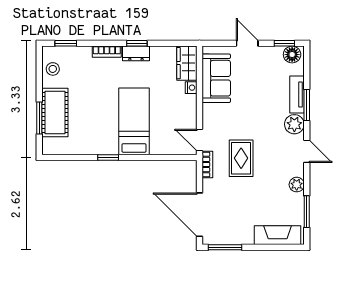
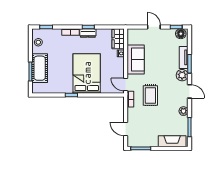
sofa: (216, 78) -> (136, 59), moved
bed: (134, 121) -> (87, 73), width x1.50
door: (199, 215) -> (126, 129), width x0.53

